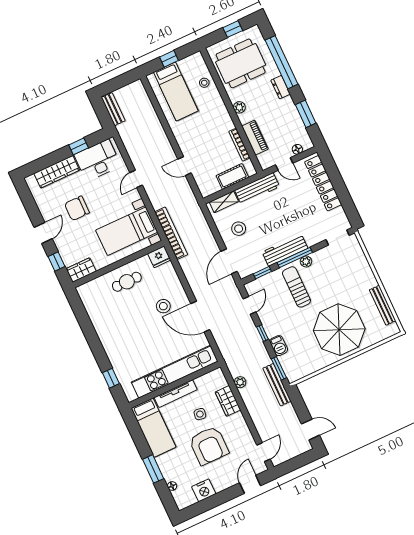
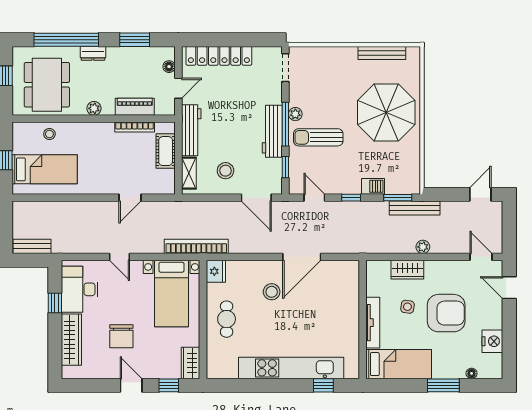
kitchen unit: (175, 372) -> (291, 368), moved, turned 90
plant: (240, 382) -> (423, 247), moved

